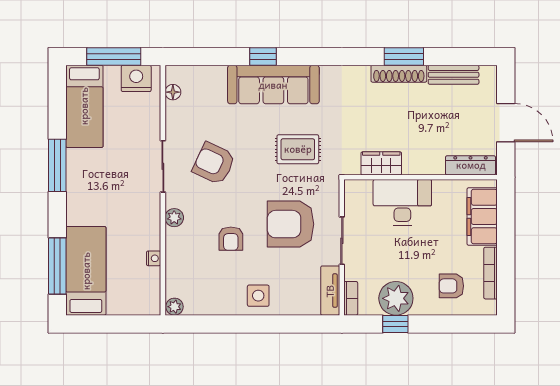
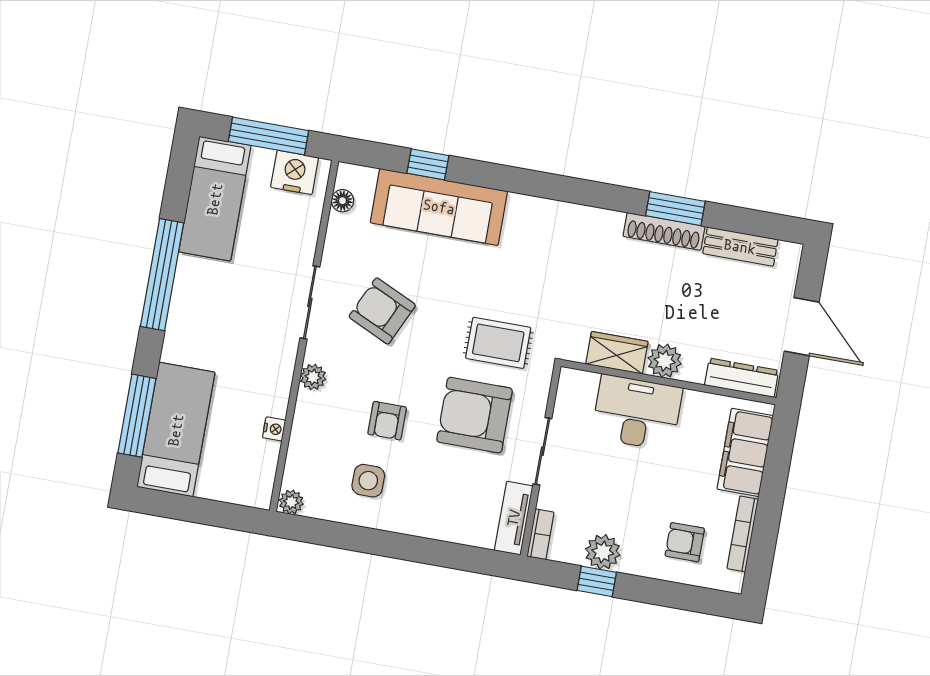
window: (263, 57) -> (428, 164), moved
sofa: (273, 85) -> (439, 207), moved
rug: (298, 149) -> (498, 343), moved
plant: (415, 163) -> (665, 361), added
window: (57, 165) -> (162, 275), width x1.46
side table: (258, 296) -> (368, 481), moved
plant: (396, 298) -> (603, 552), width x0.73, depth x0.73

